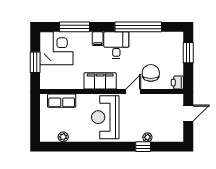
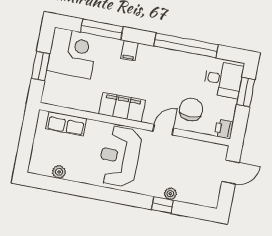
desk: (116, 45) -> (223, 79), moved, turned 90

